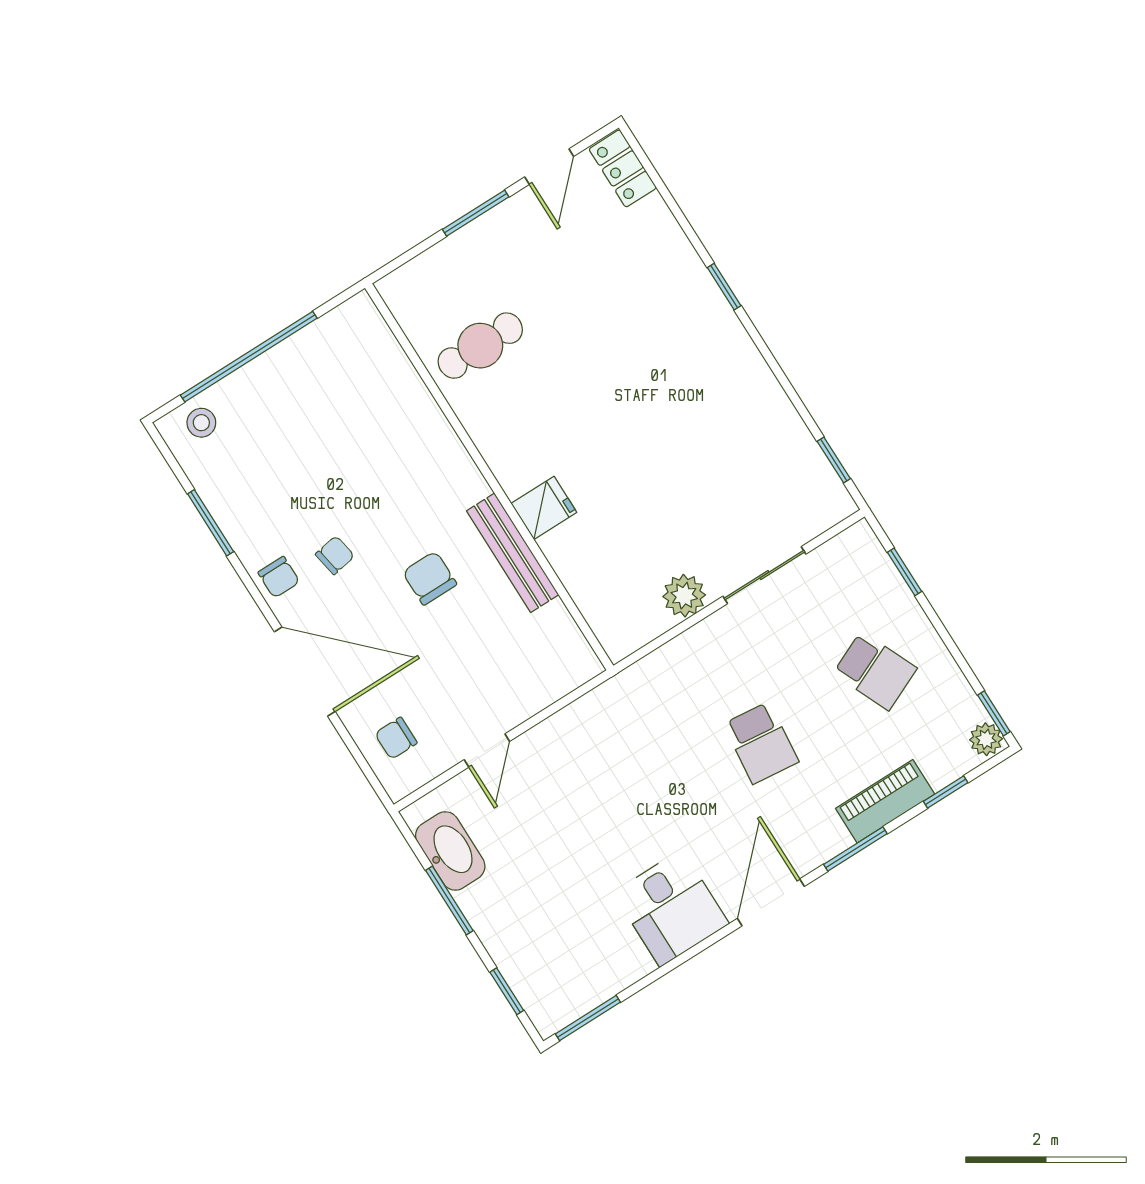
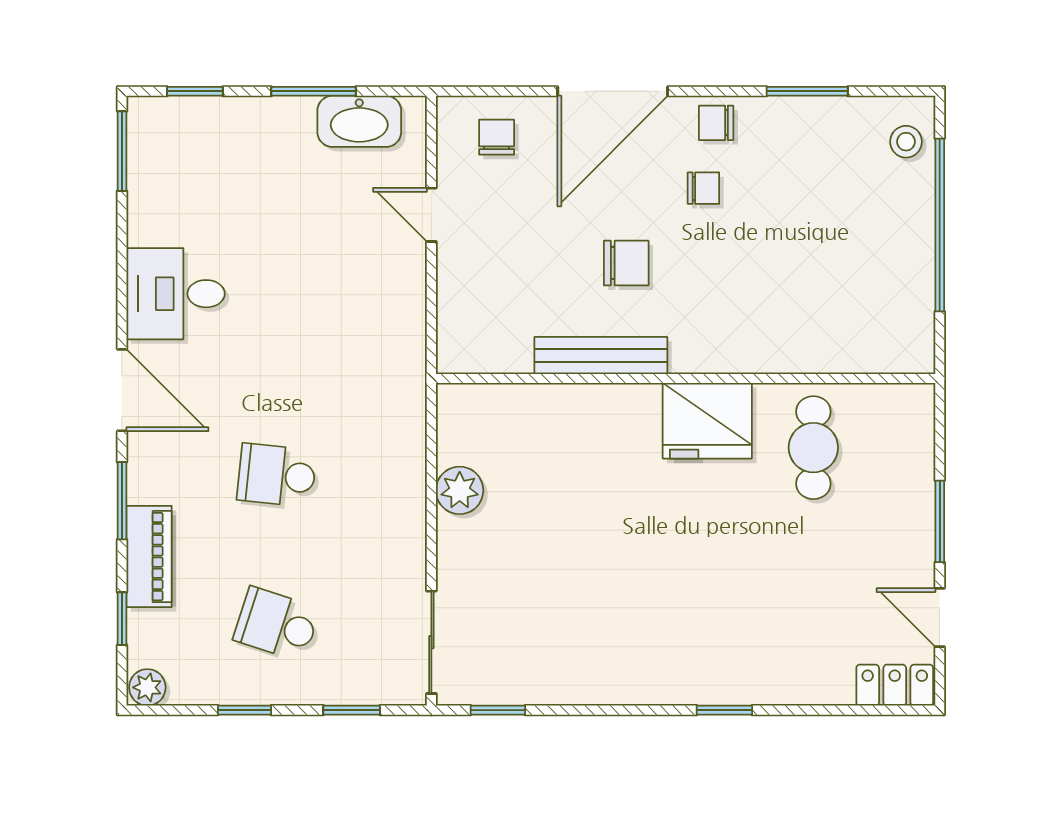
fridge: (544, 508) -> (707, 421), moved, width x1.88, depth x1.34
chair: (335, 555) -> (703, 188), turned -80
sliding door: (764, 575) -> (431, 642), moved
school desk: (875, 671) -> (277, 624), turned 42
window: (994, 713) -> (245, 710), moved

